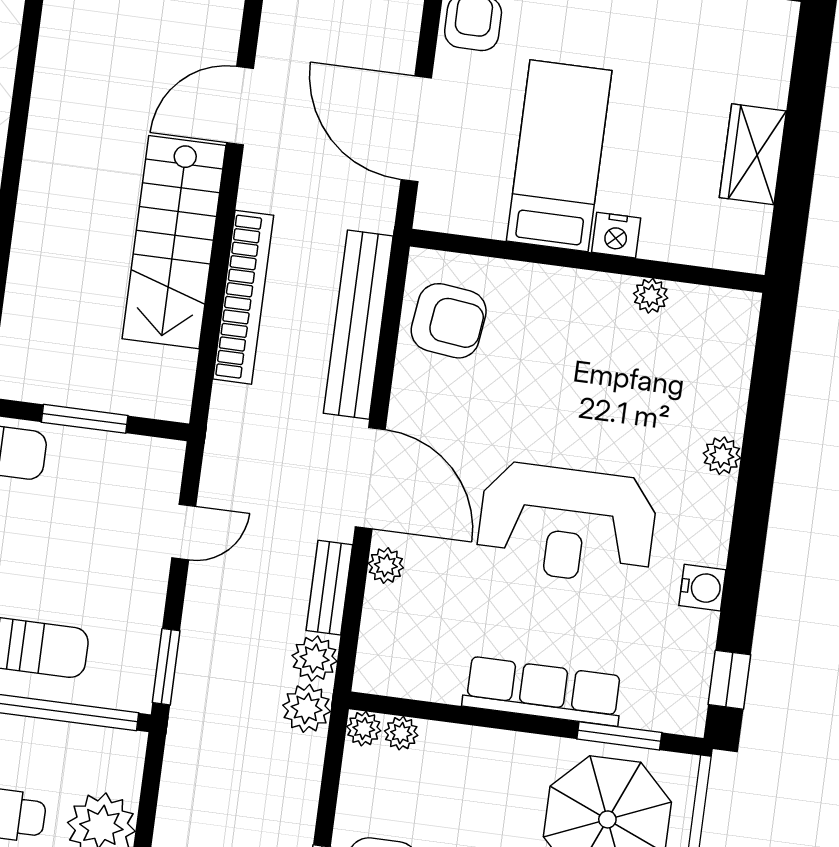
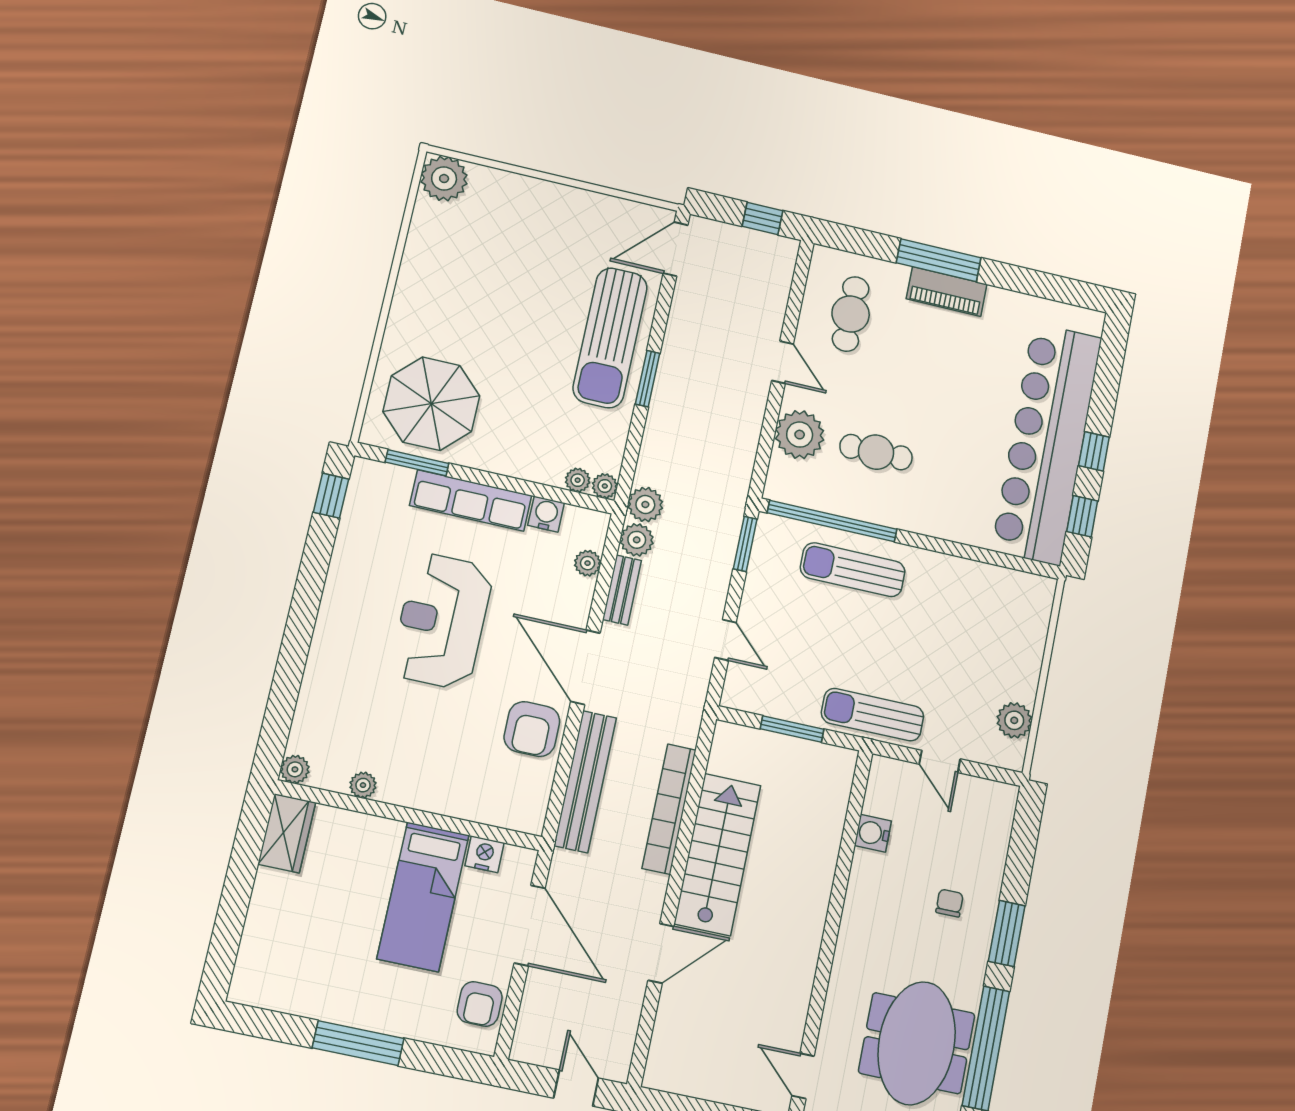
wardrobe: (753, 154) -> (287, 833), moved
nightstand: (616, 235) -> (484, 854), moved
armchair: (449, 321) -> (532, 729), moved, turned -97
plant: (722, 456) -> (295, 769), moved
reception desk: (567, 524) -> (442, 621), turned -90
door: (184, 532) -> (725, 640), swing flipped
plant: (386, 565) -> (588, 563), moved
water cooler: (702, 588) -> (546, 514), moved, turned 90

